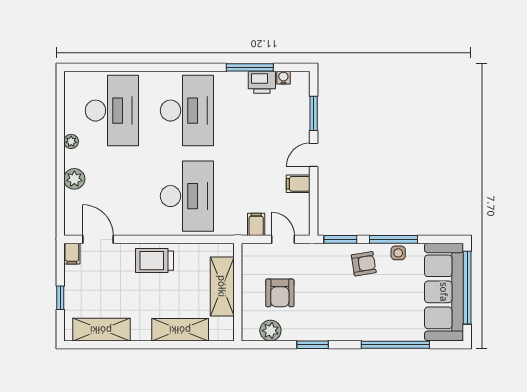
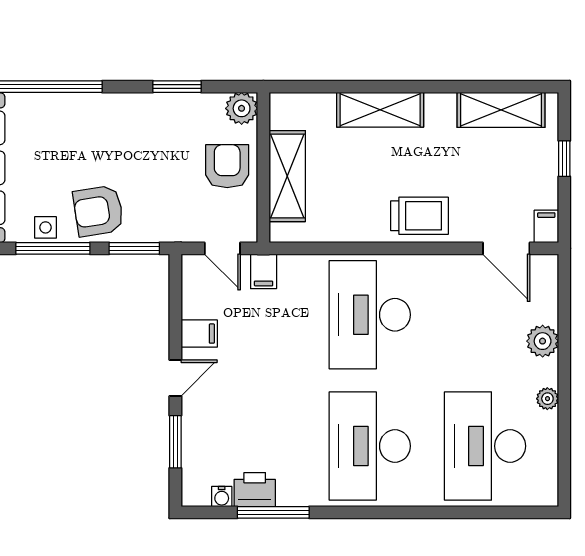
armchair: (364, 264) -> (98, 211), width x1.38, depth x1.38
shelving: (222, 286) -> (287, 176), moved
wall: (238, 292) -> (263, 167), moved

